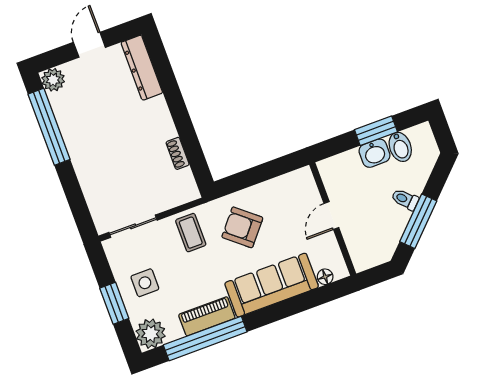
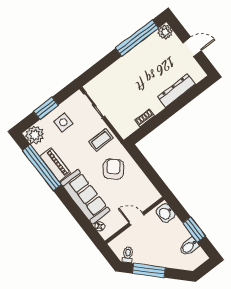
dresser: (142, 68) -> (176, 91), moved
washbasin: (374, 153) -> (166, 213), moved
toilet: (405, 199) -> (128, 255), moved

